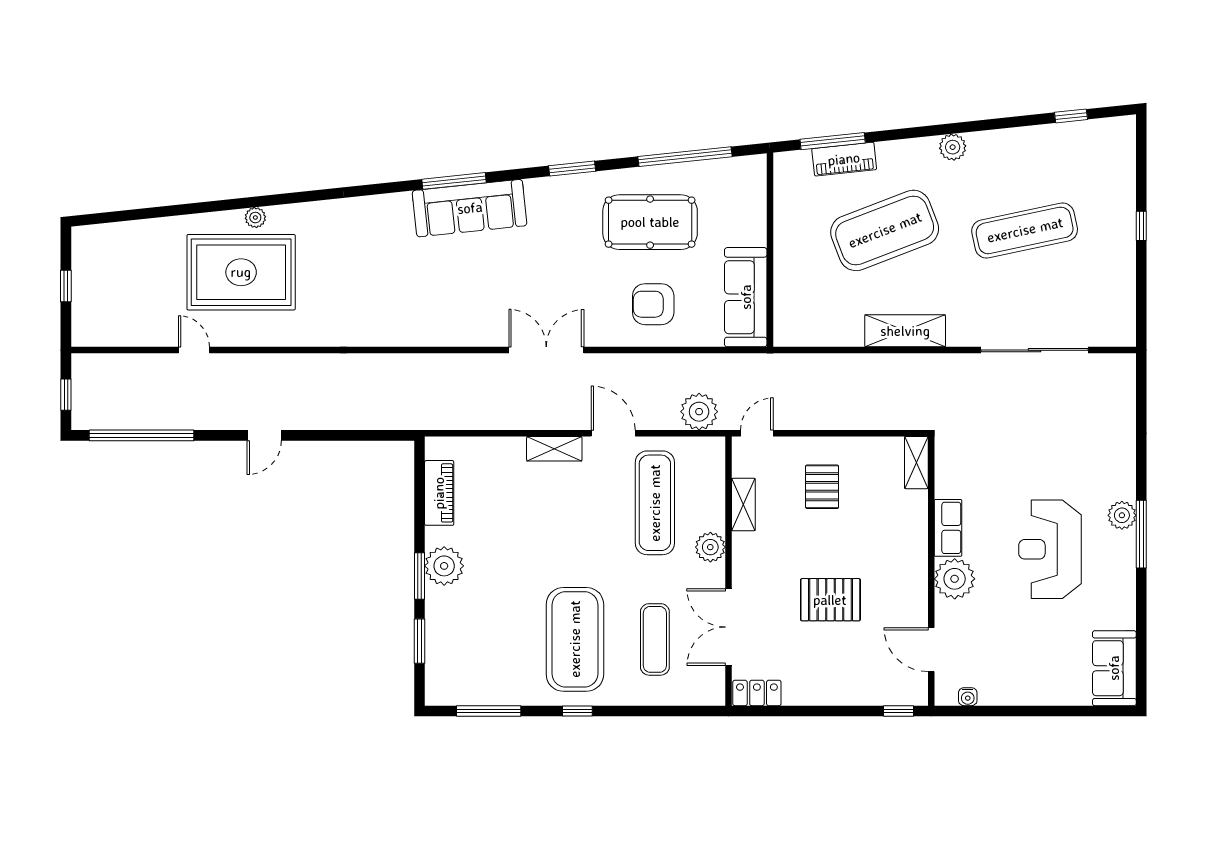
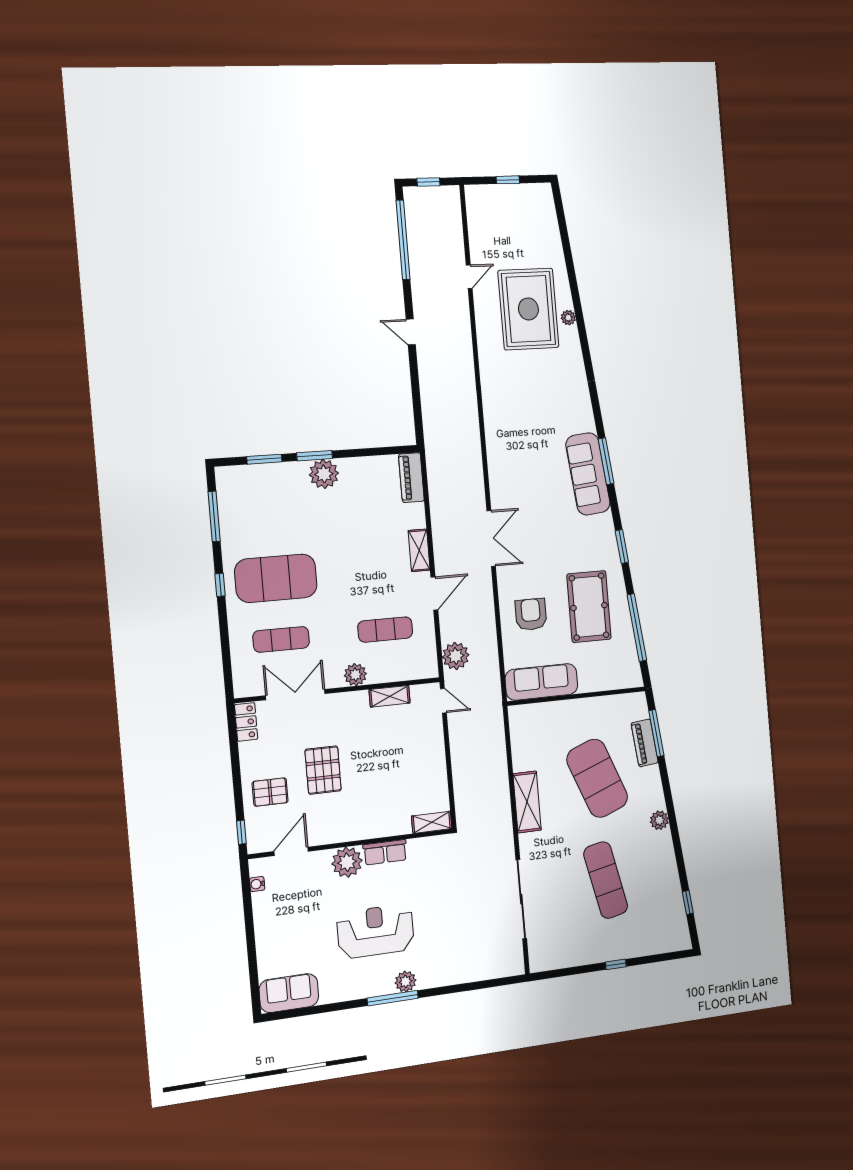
pallet: (822, 487) -> (270, 792), moved
piano: (439, 493) -> (411, 478), moved, turned 90
exercise mat: (655, 503) -> (385, 630), width x0.73, depth x0.69

